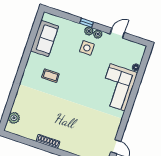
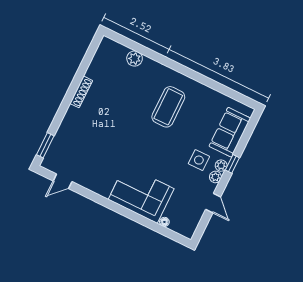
sofa: (45, 38) -> (230, 132), moved, turned 90
coffee table: (51, 76) -> (168, 107), width x1.86, depth x1.72
plant: (14, 118) -> (135, 59), moved

